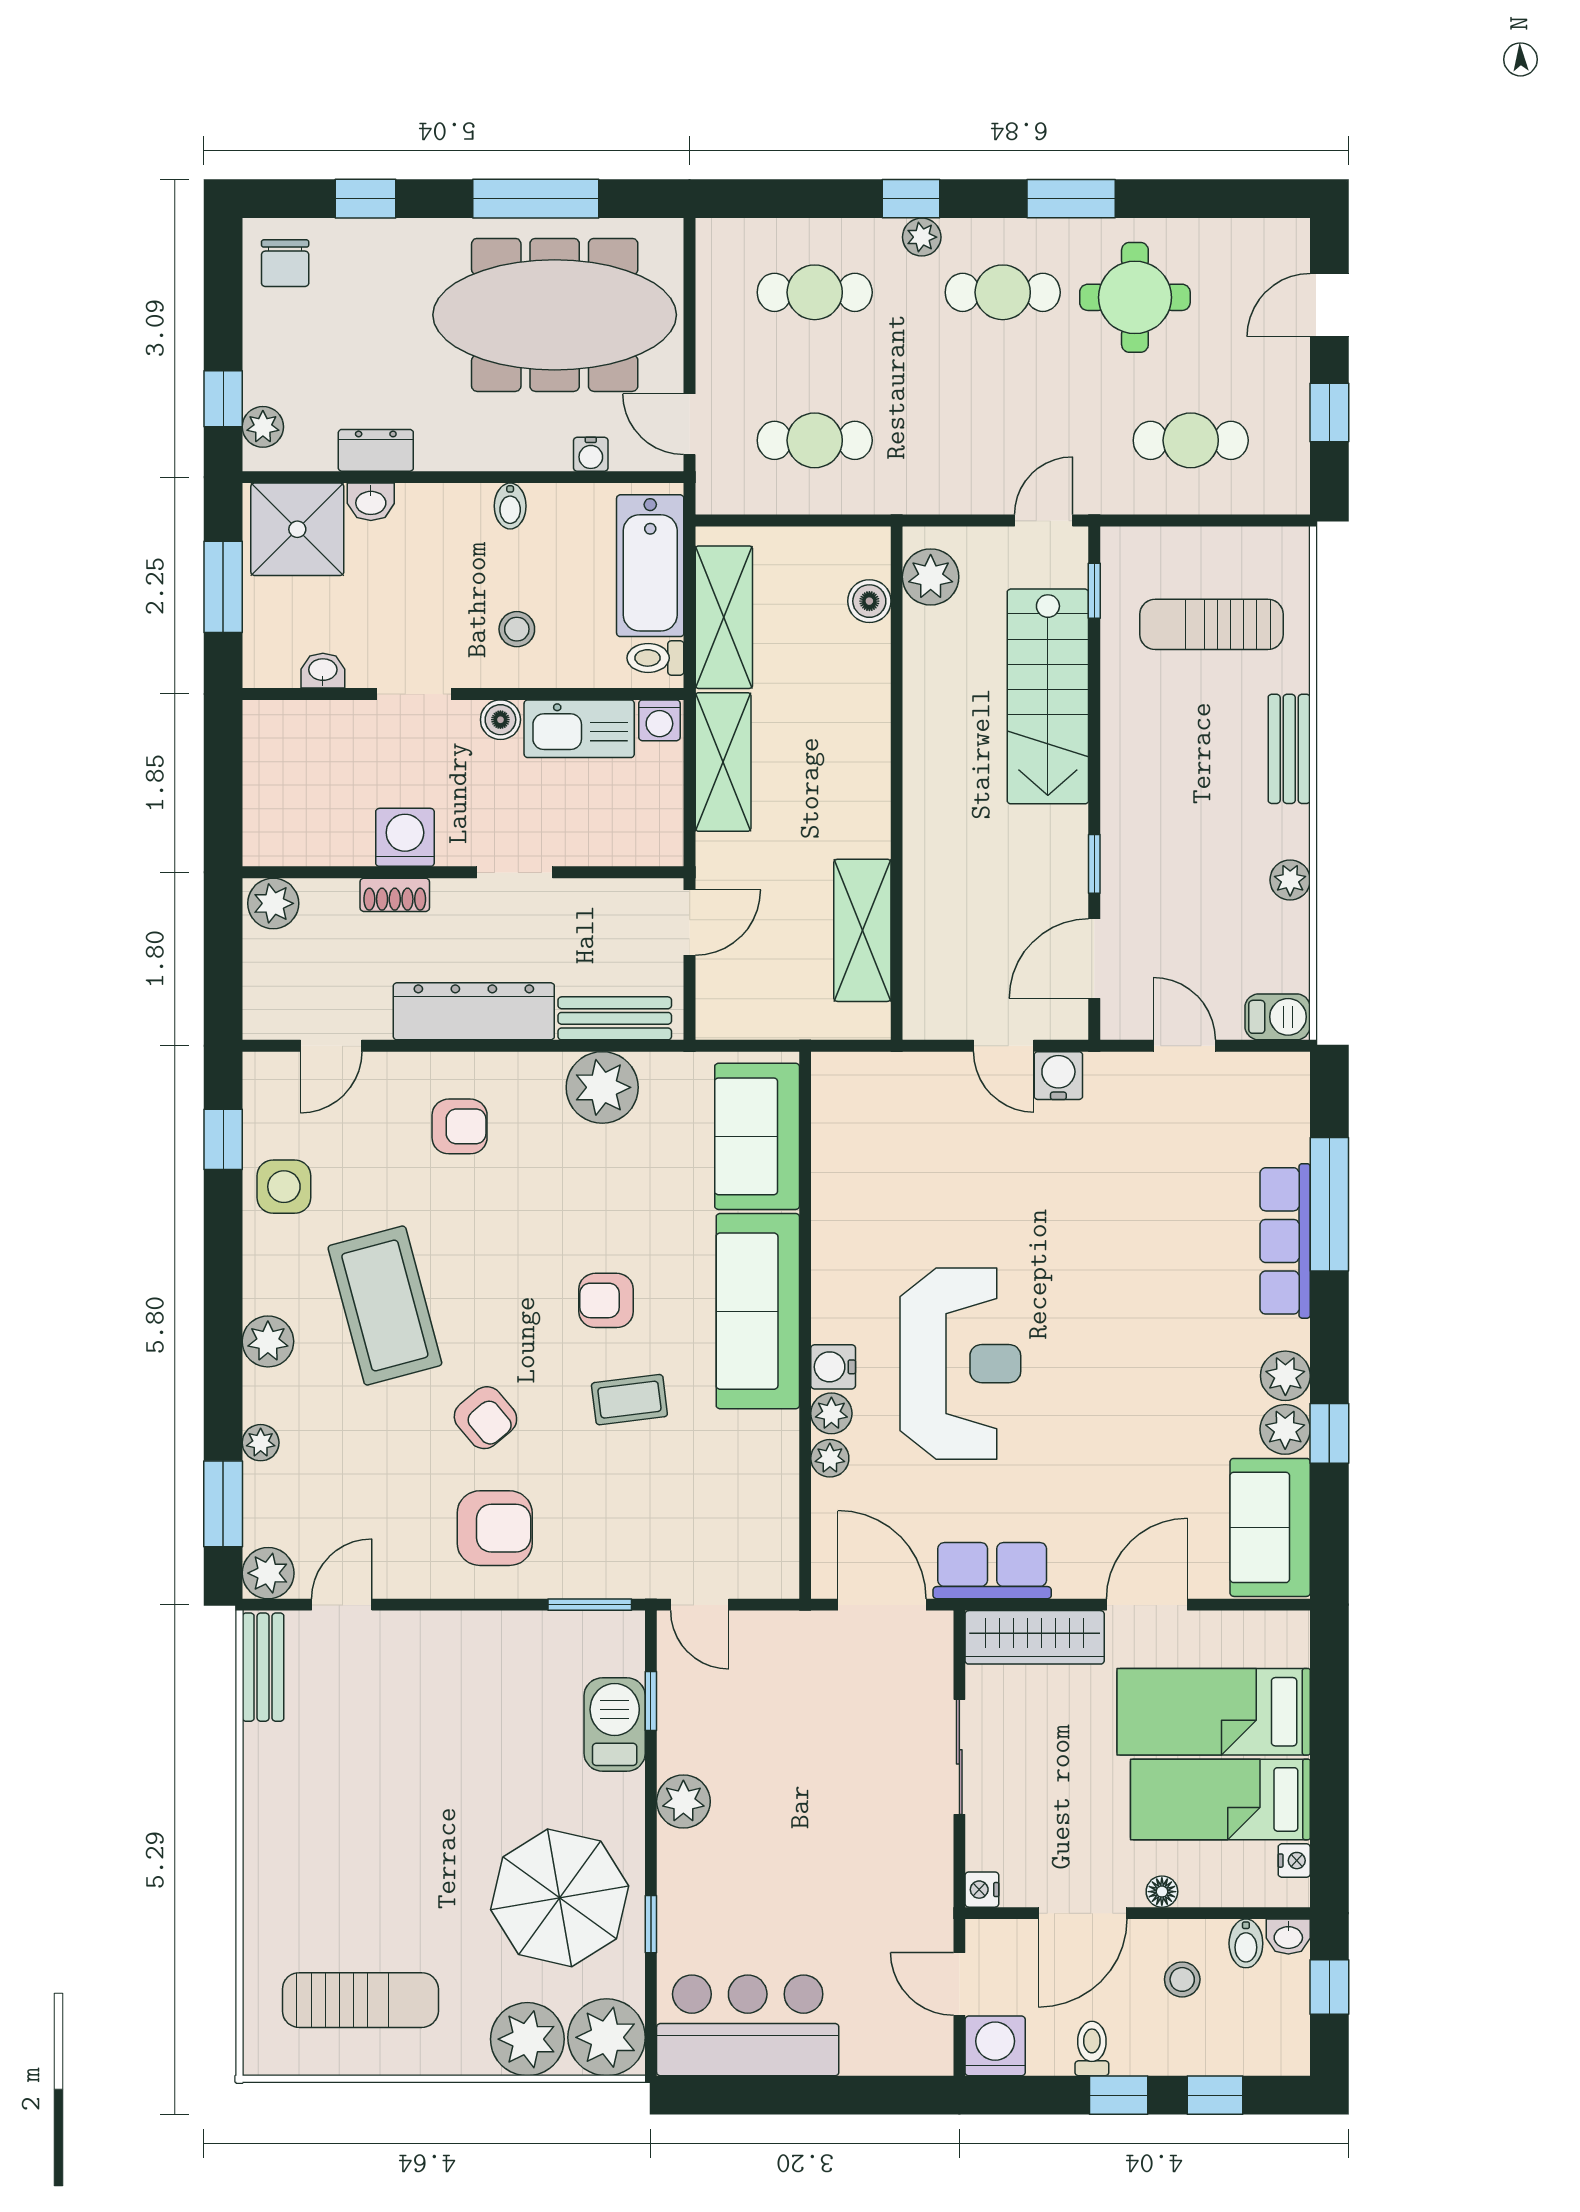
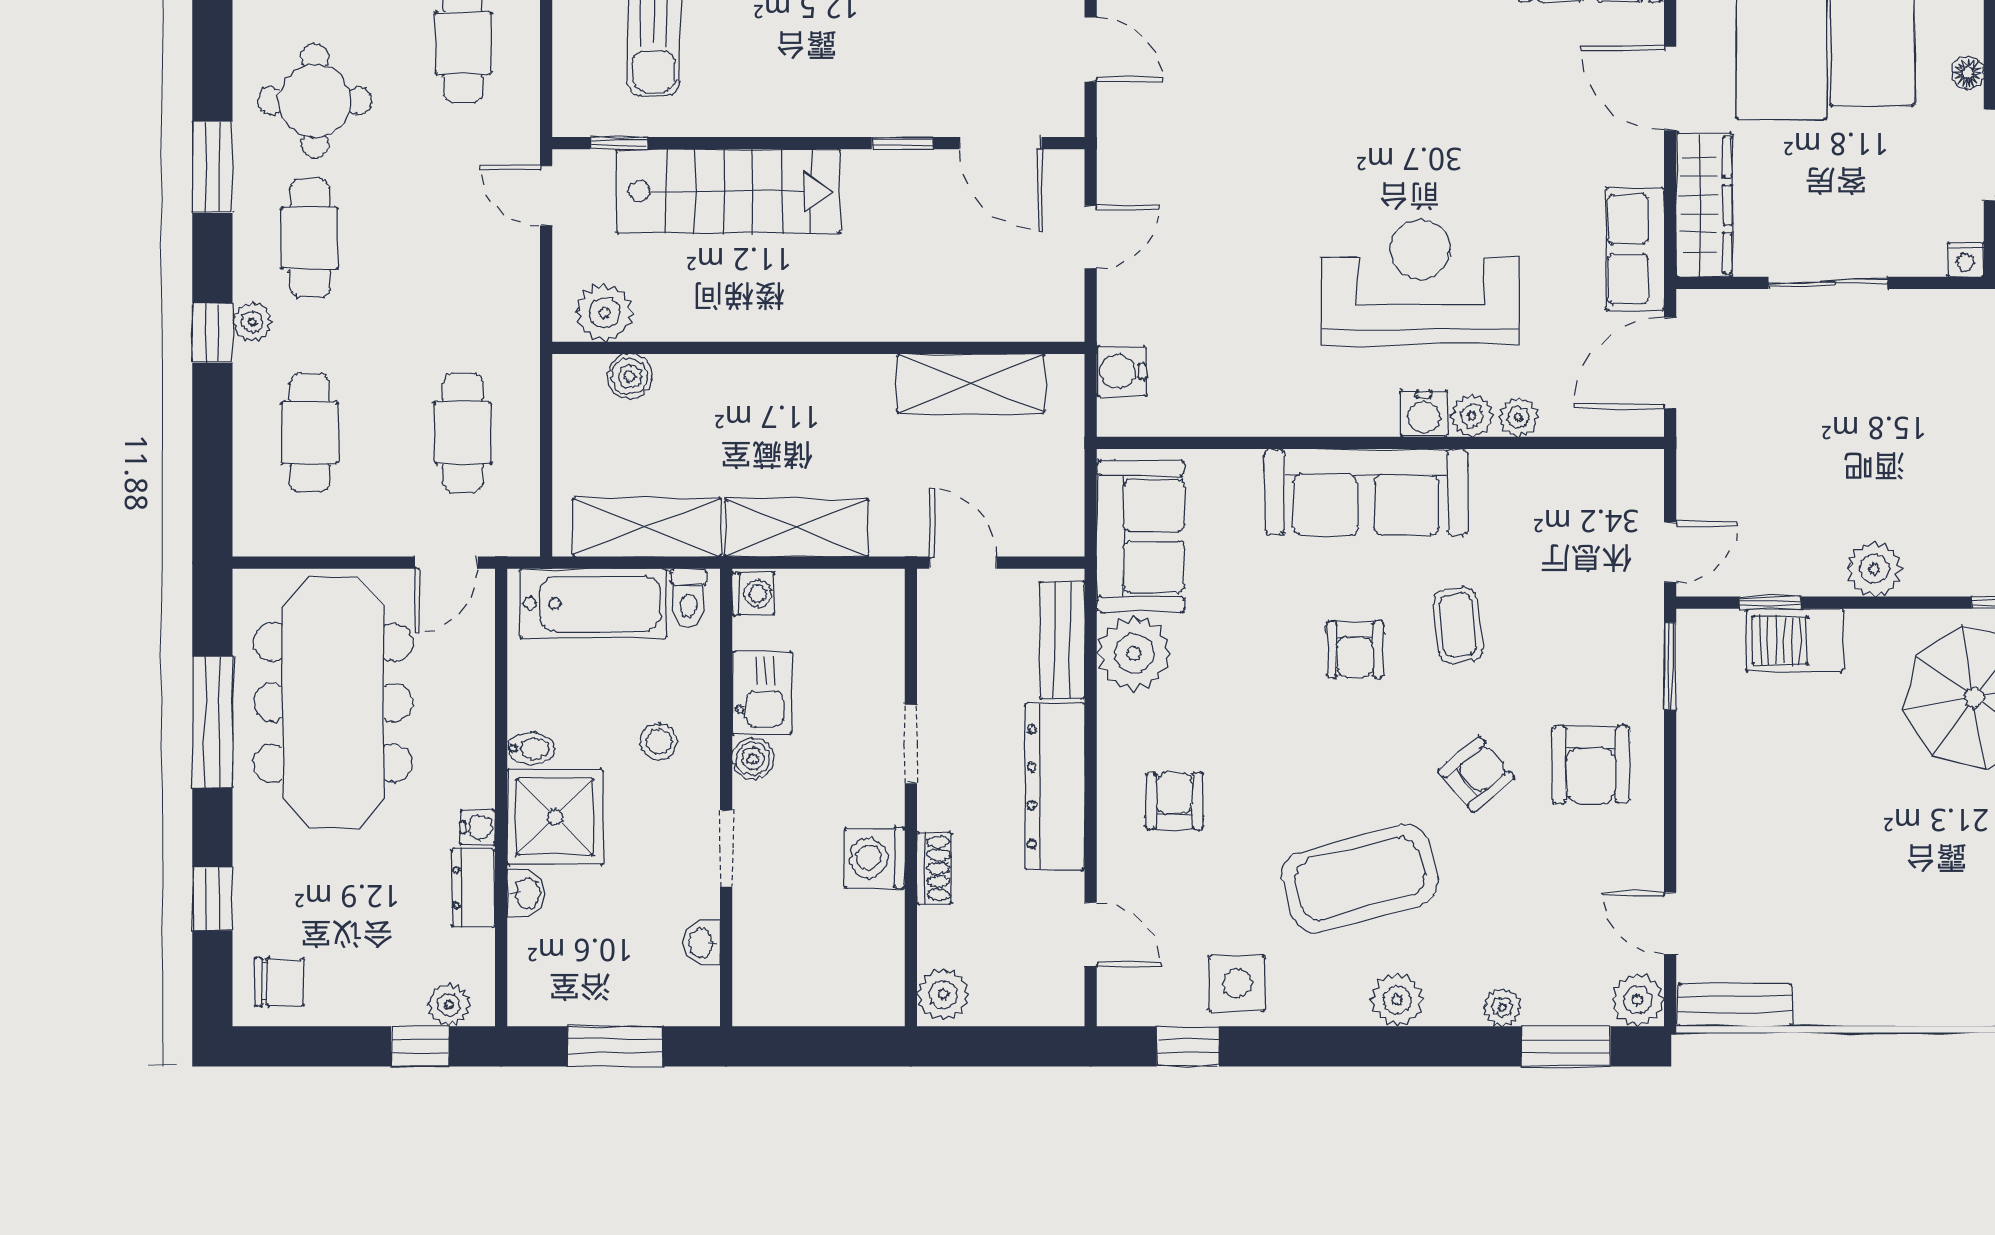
water cooler: (591, 454) -> (477, 827), moved
shower: (297, 529) -> (555, 817), moved
kitchen sink: (579, 729) -> (762, 693), width x0.73
door: (1184, 1046) -> (1091, 50), swing flipped
water cooler: (1058, 1076) -> (1122, 371), moved
sofa: (757, 1136) -> (1141, 536), moved, turned -90
armchair: (495, 1528) -> (1591, 765), turned 180

